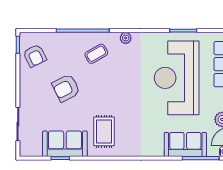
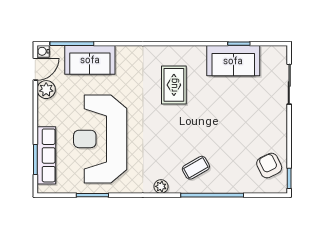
reception desk: (177, 78) -> (100, 139), turned 180
armchair: (66, 88) -> (232, 127), removed
rug: (104, 131) -> (174, 85), moved

